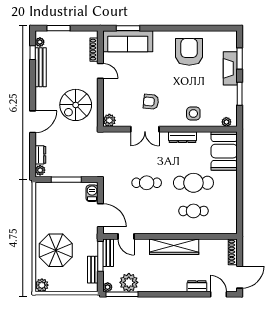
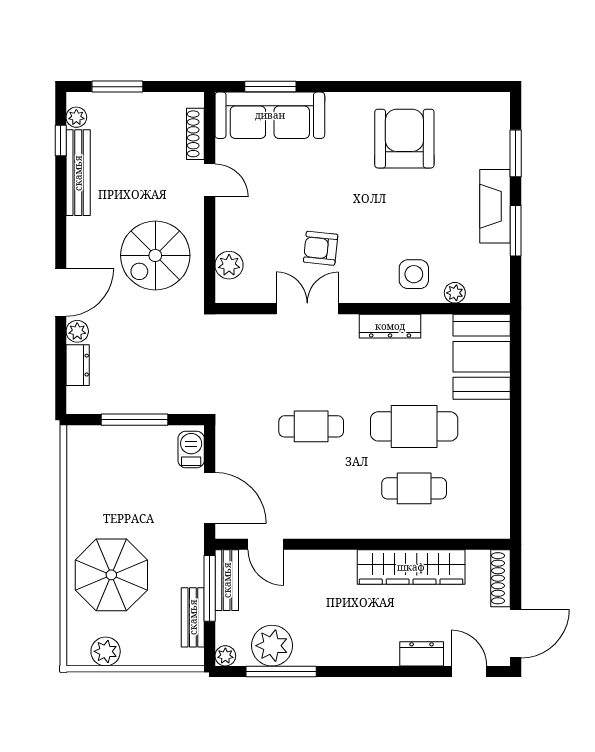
fireplace: (230, 68) -> (495, 206), moved
plant: (109, 120) -> (229, 265), moved
plant: (226, 122) -> (455, 293), moved
double door: (145, 129) -> (307, 309), swing flipped
plant: (40, 170) -> (77, 331), moved
wardrobe: (174, 247) -> (411, 567), moved
plant: (42, 285) -> (106, 651), moved
window: (122, 294) -> (281, 671), moved

